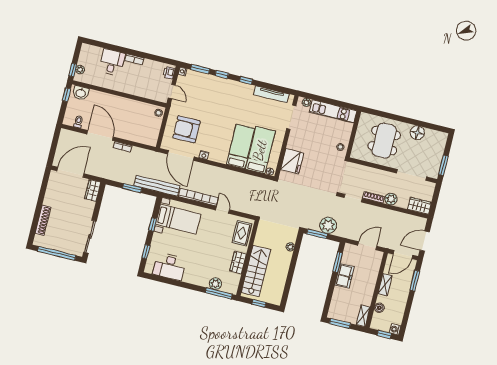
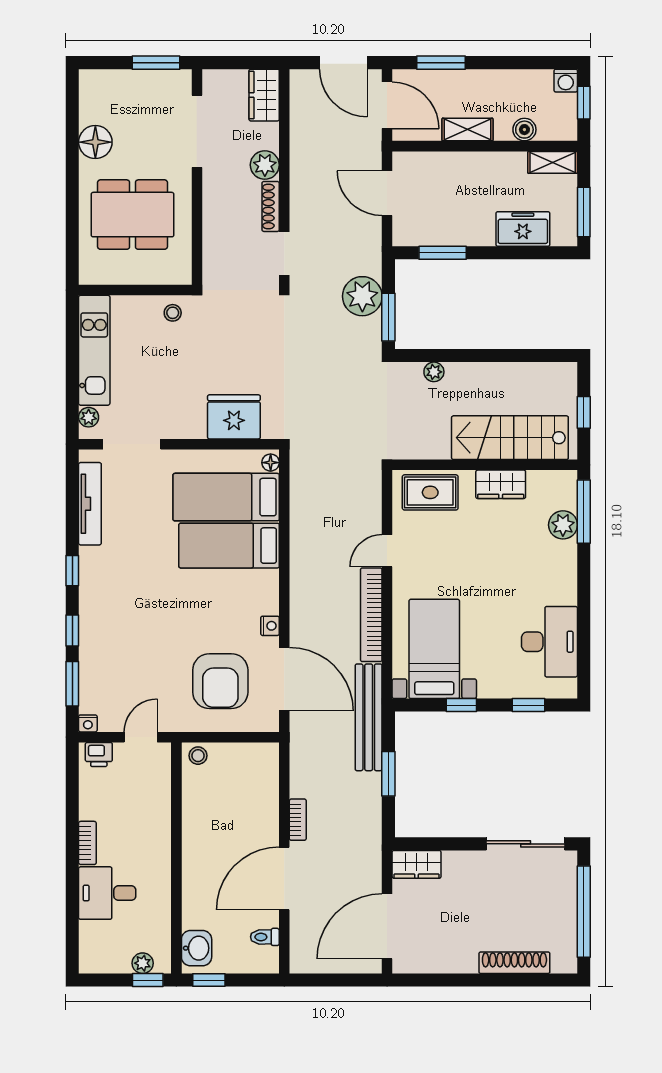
door: (181, 155) -> (284, 679), hinge flipped
door: (70, 172) -> (387, 926), hinge flipped
freezer: (345, 276) -> (523, 229), moved

